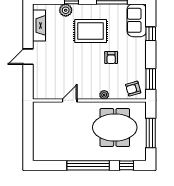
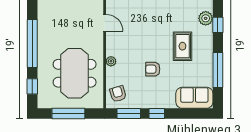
rug: (91, 31) -> (182, 46), width x0.73, depth x0.70
window: (151, 34) -> (157, 113), moved

